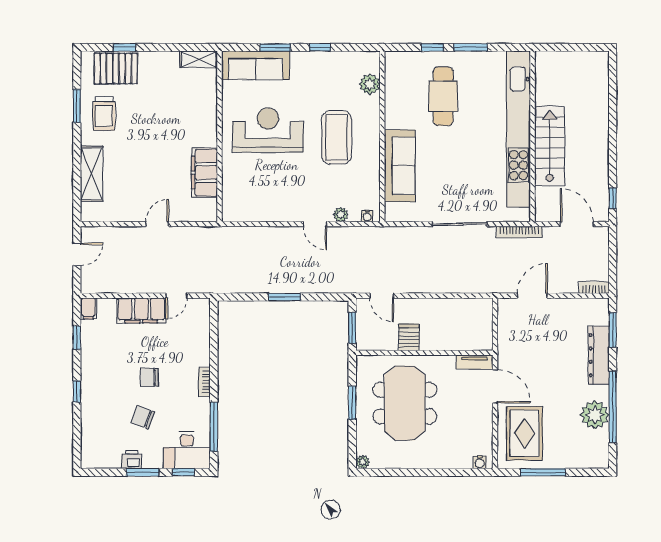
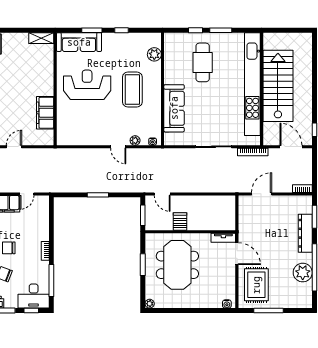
stairs: (550, 146) -> (278, 86), width x1.36, depth x1.51

